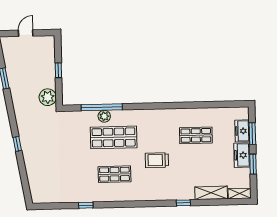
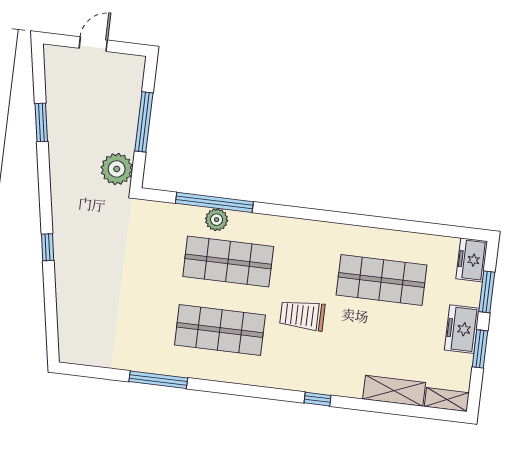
window: (58, 70) -> (144, 122), width x2.17
freezer: (242, 131) -> (472, 260), moved
shop shelf: (196, 135) -> (381, 280), width x1.43, depth x1.36
shop shelf: (114, 174) -> (220, 330), width x1.43, depth x1.36
window: (183, 203) -> (317, 399), moved
window: (86, 205) -> (158, 380), width x2.17

